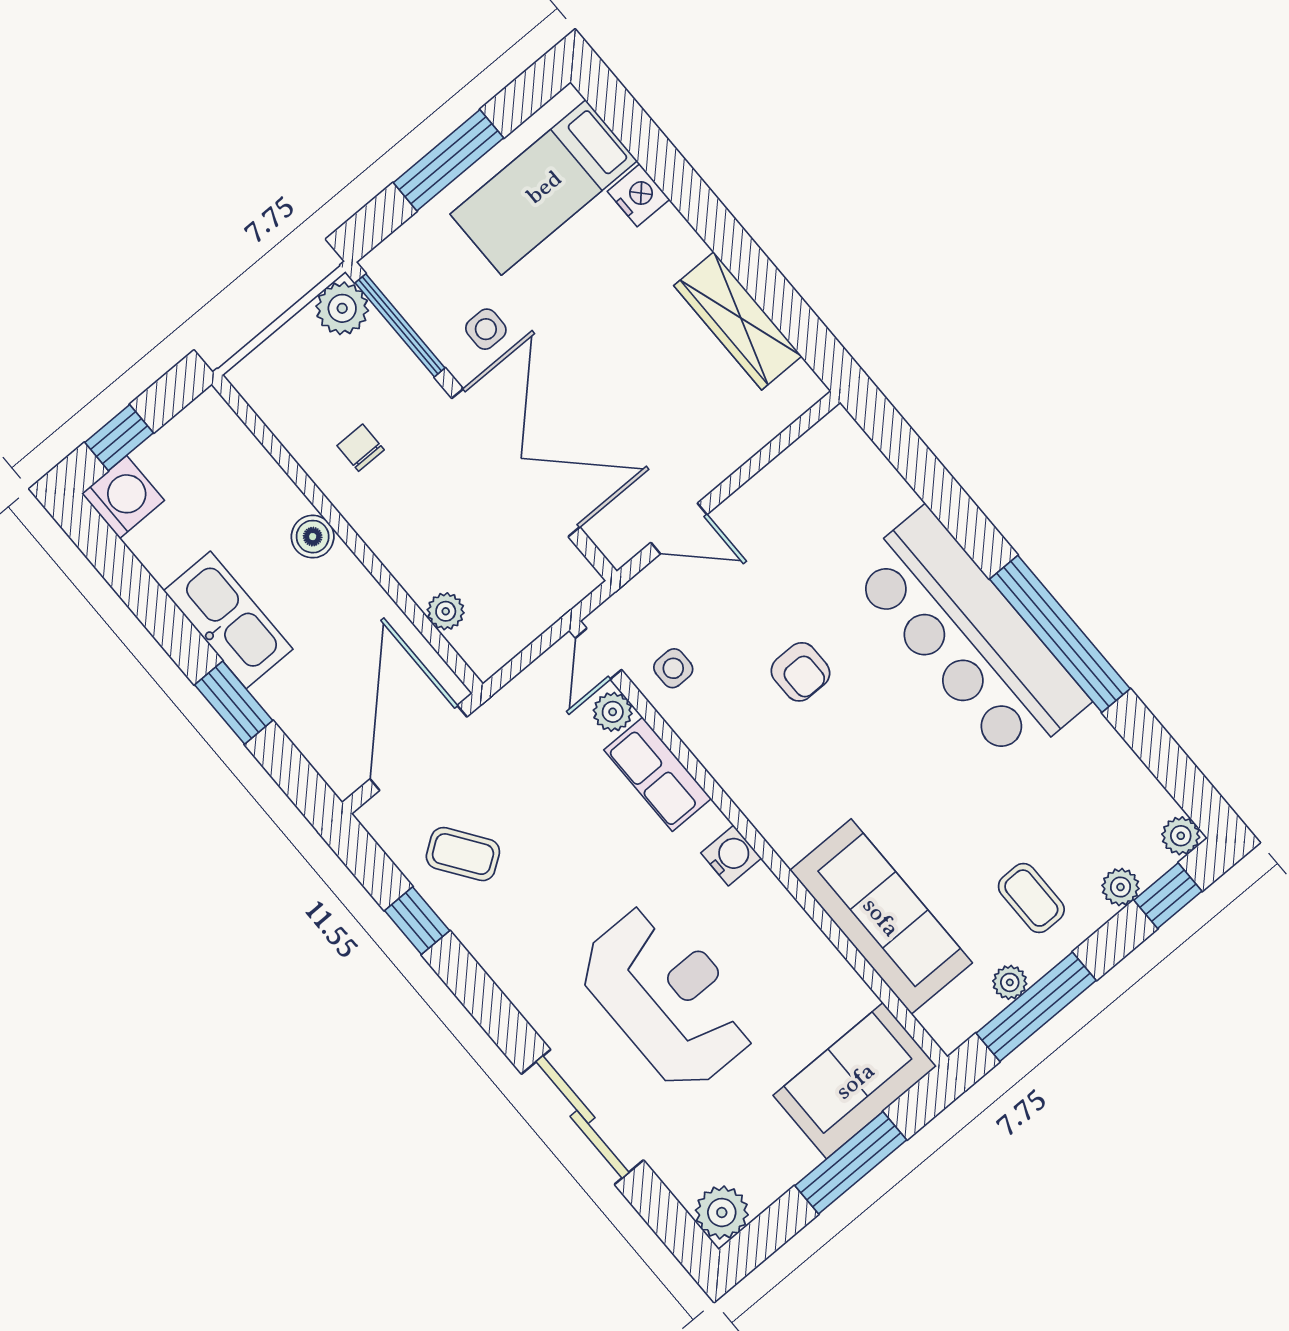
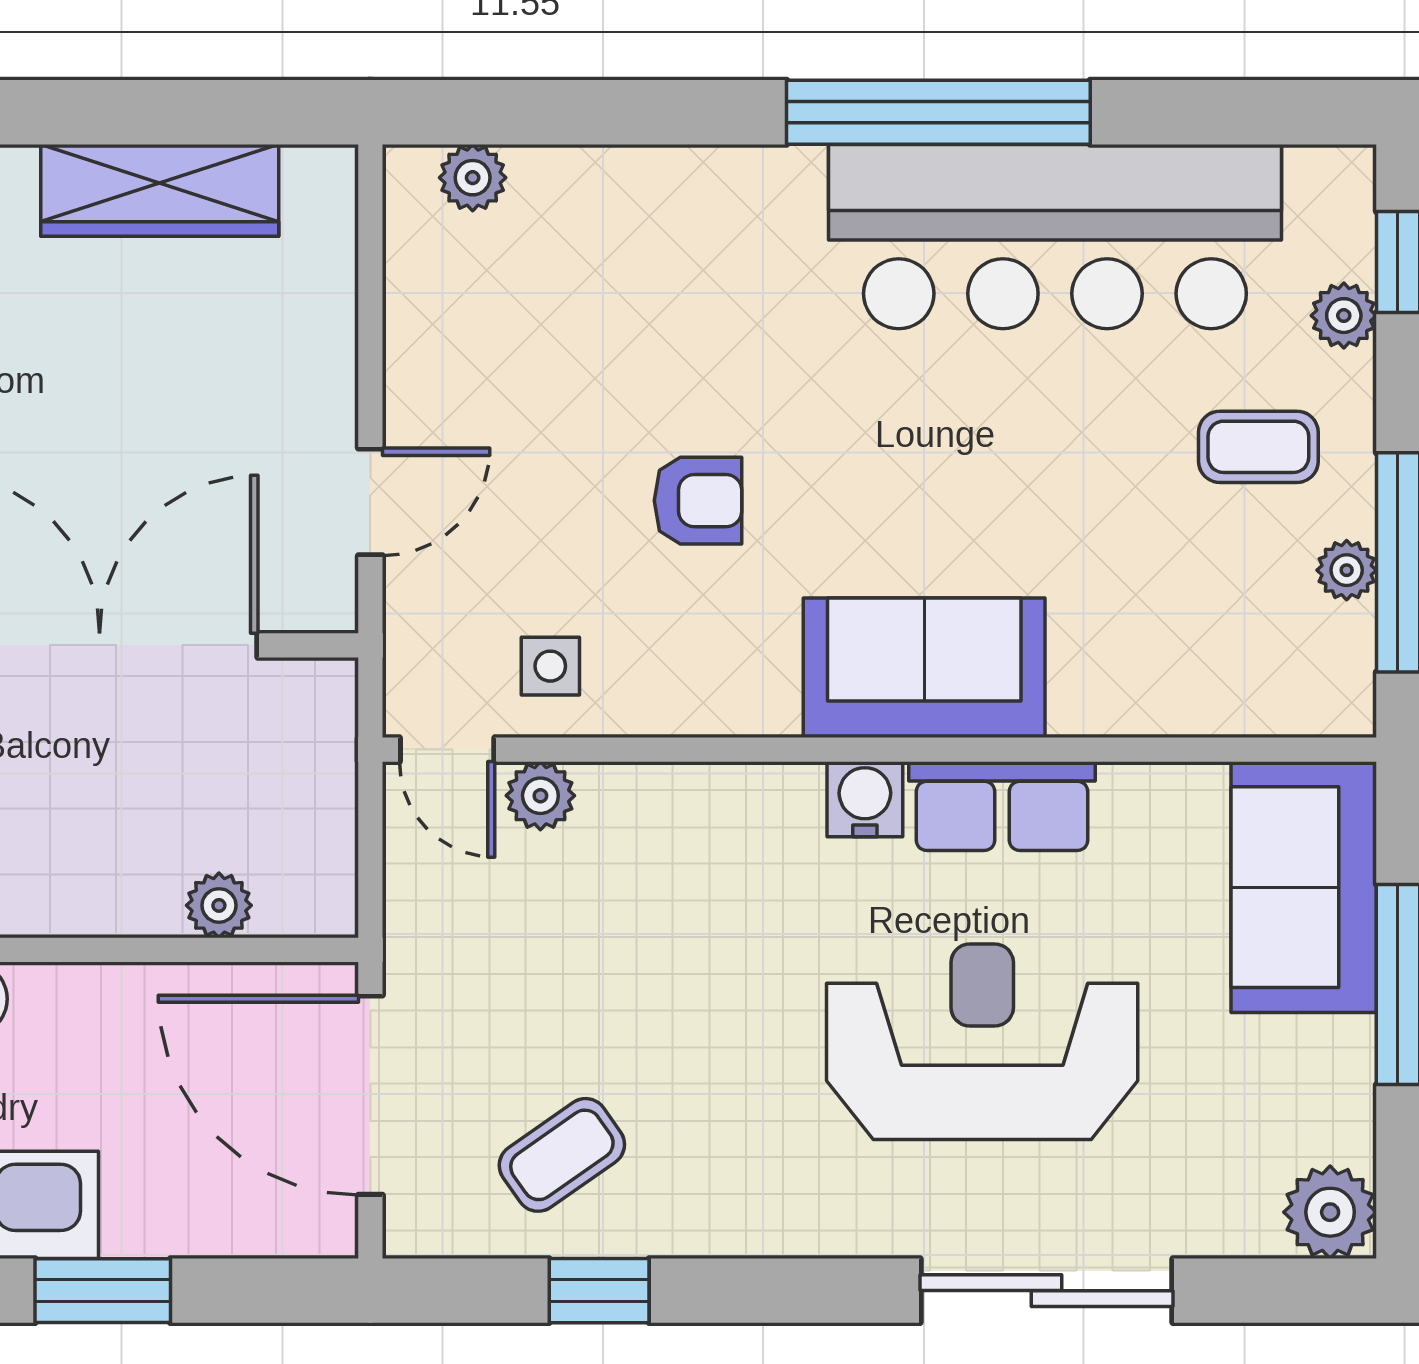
bar counter: (969, 636) -> (1055, 237), moved
row of seats: (658, 774) -> (1002, 806), moved
plant: (1181, 836) -> (473, 178), moved
sofa: (881, 917) -> (924, 668), moved, width x0.73

